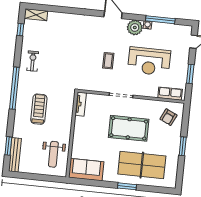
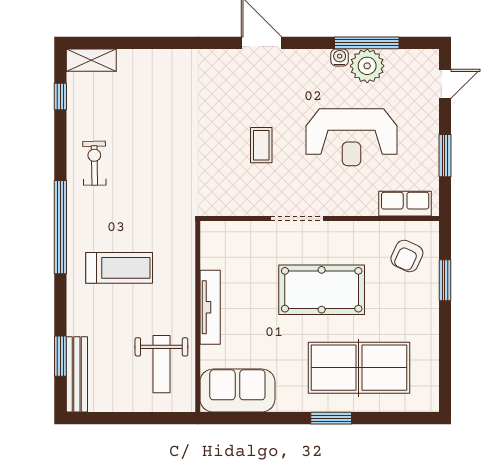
plant: (135, 27) -> (367, 66), moved
tv unit: (81, 104) -> (210, 307), moved, width x1.41
treadmill: (39, 109) -> (119, 268), turned 90
window: (183, 146) -> (445, 280), moved

